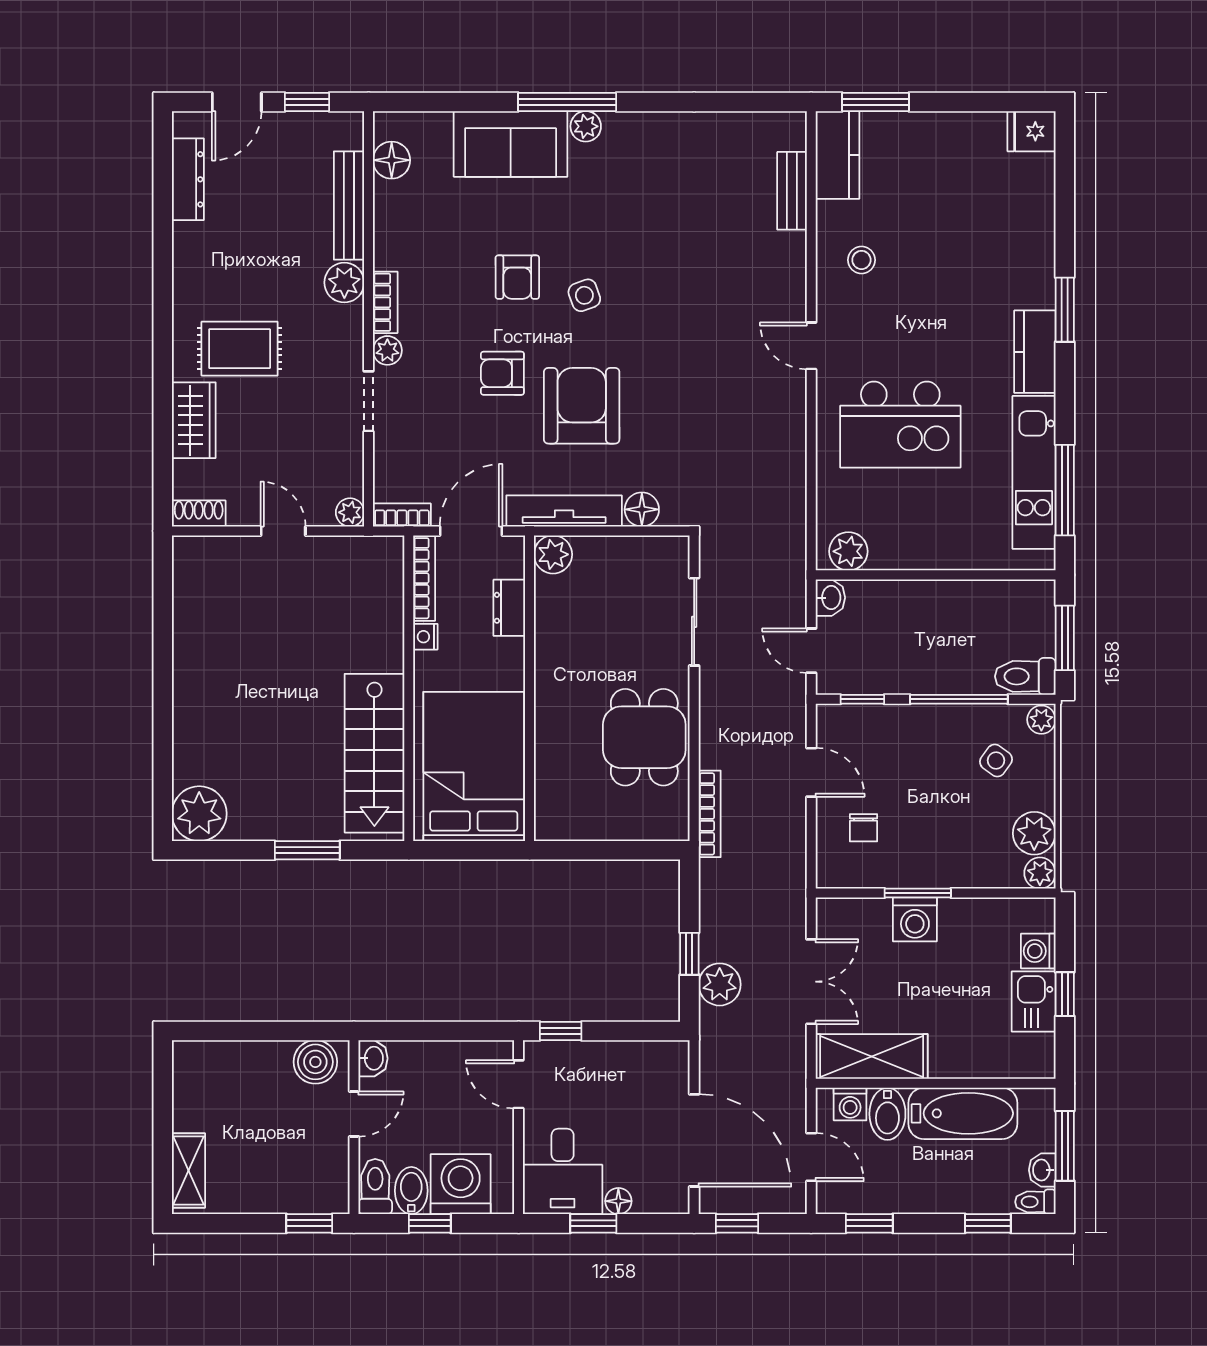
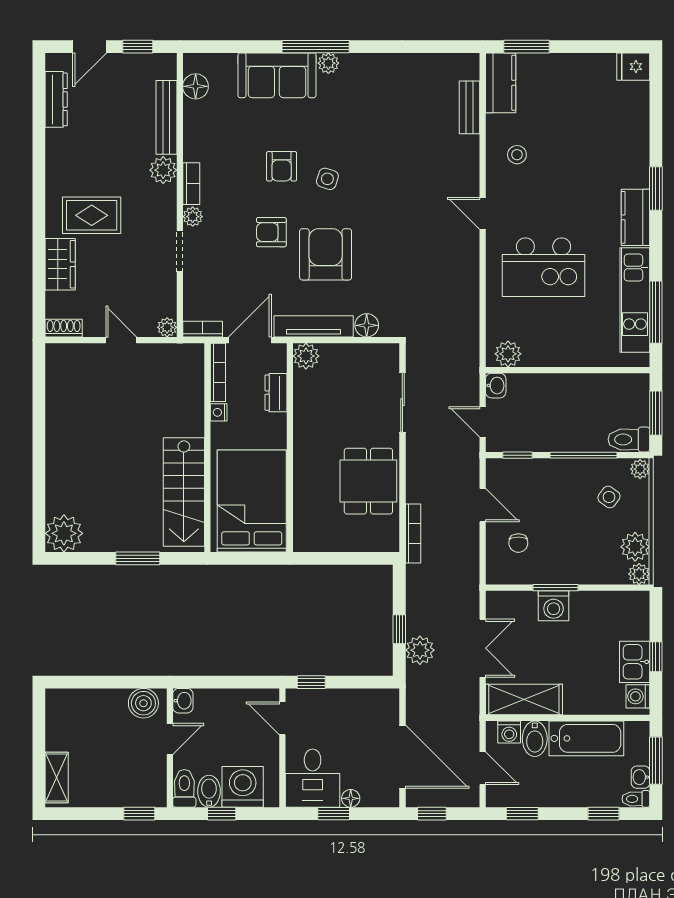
side table: (584, 295) -> (327, 179), turned 38
washing machine: (1038, 951) -> (638, 696), moved

